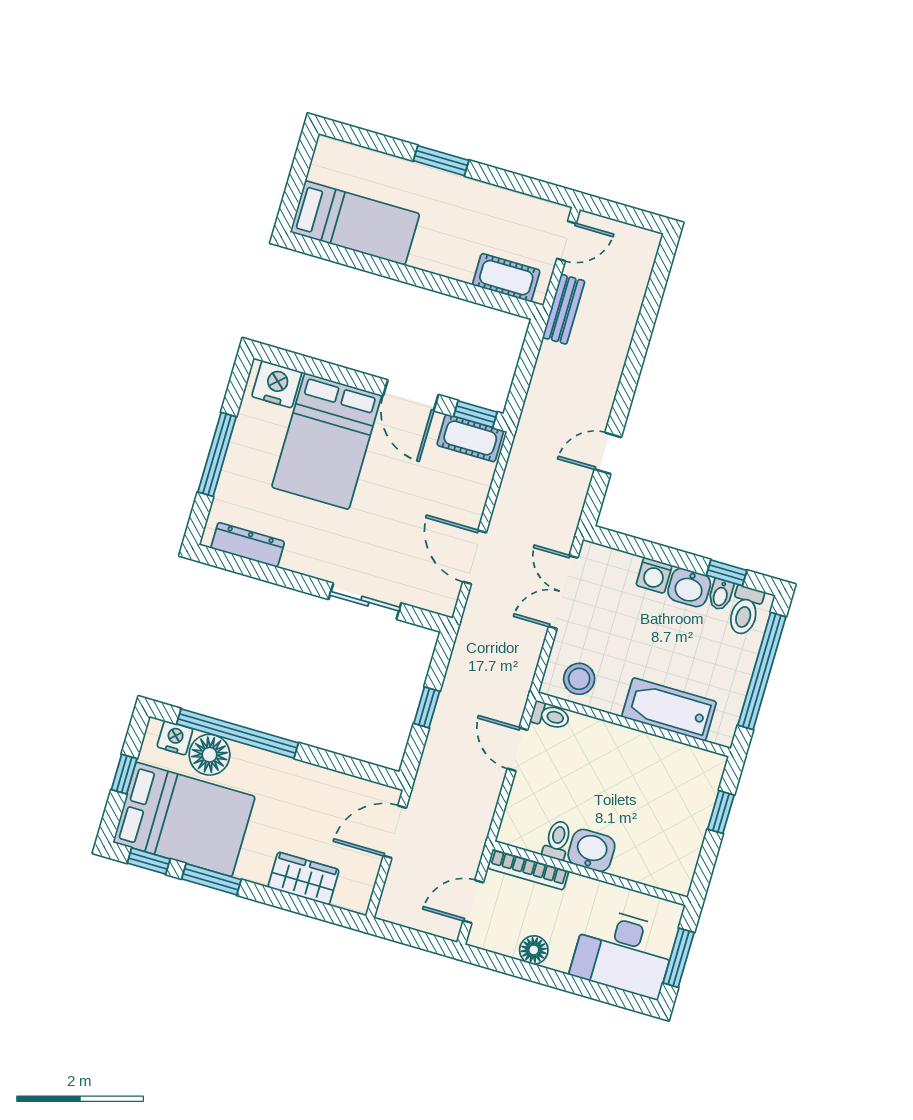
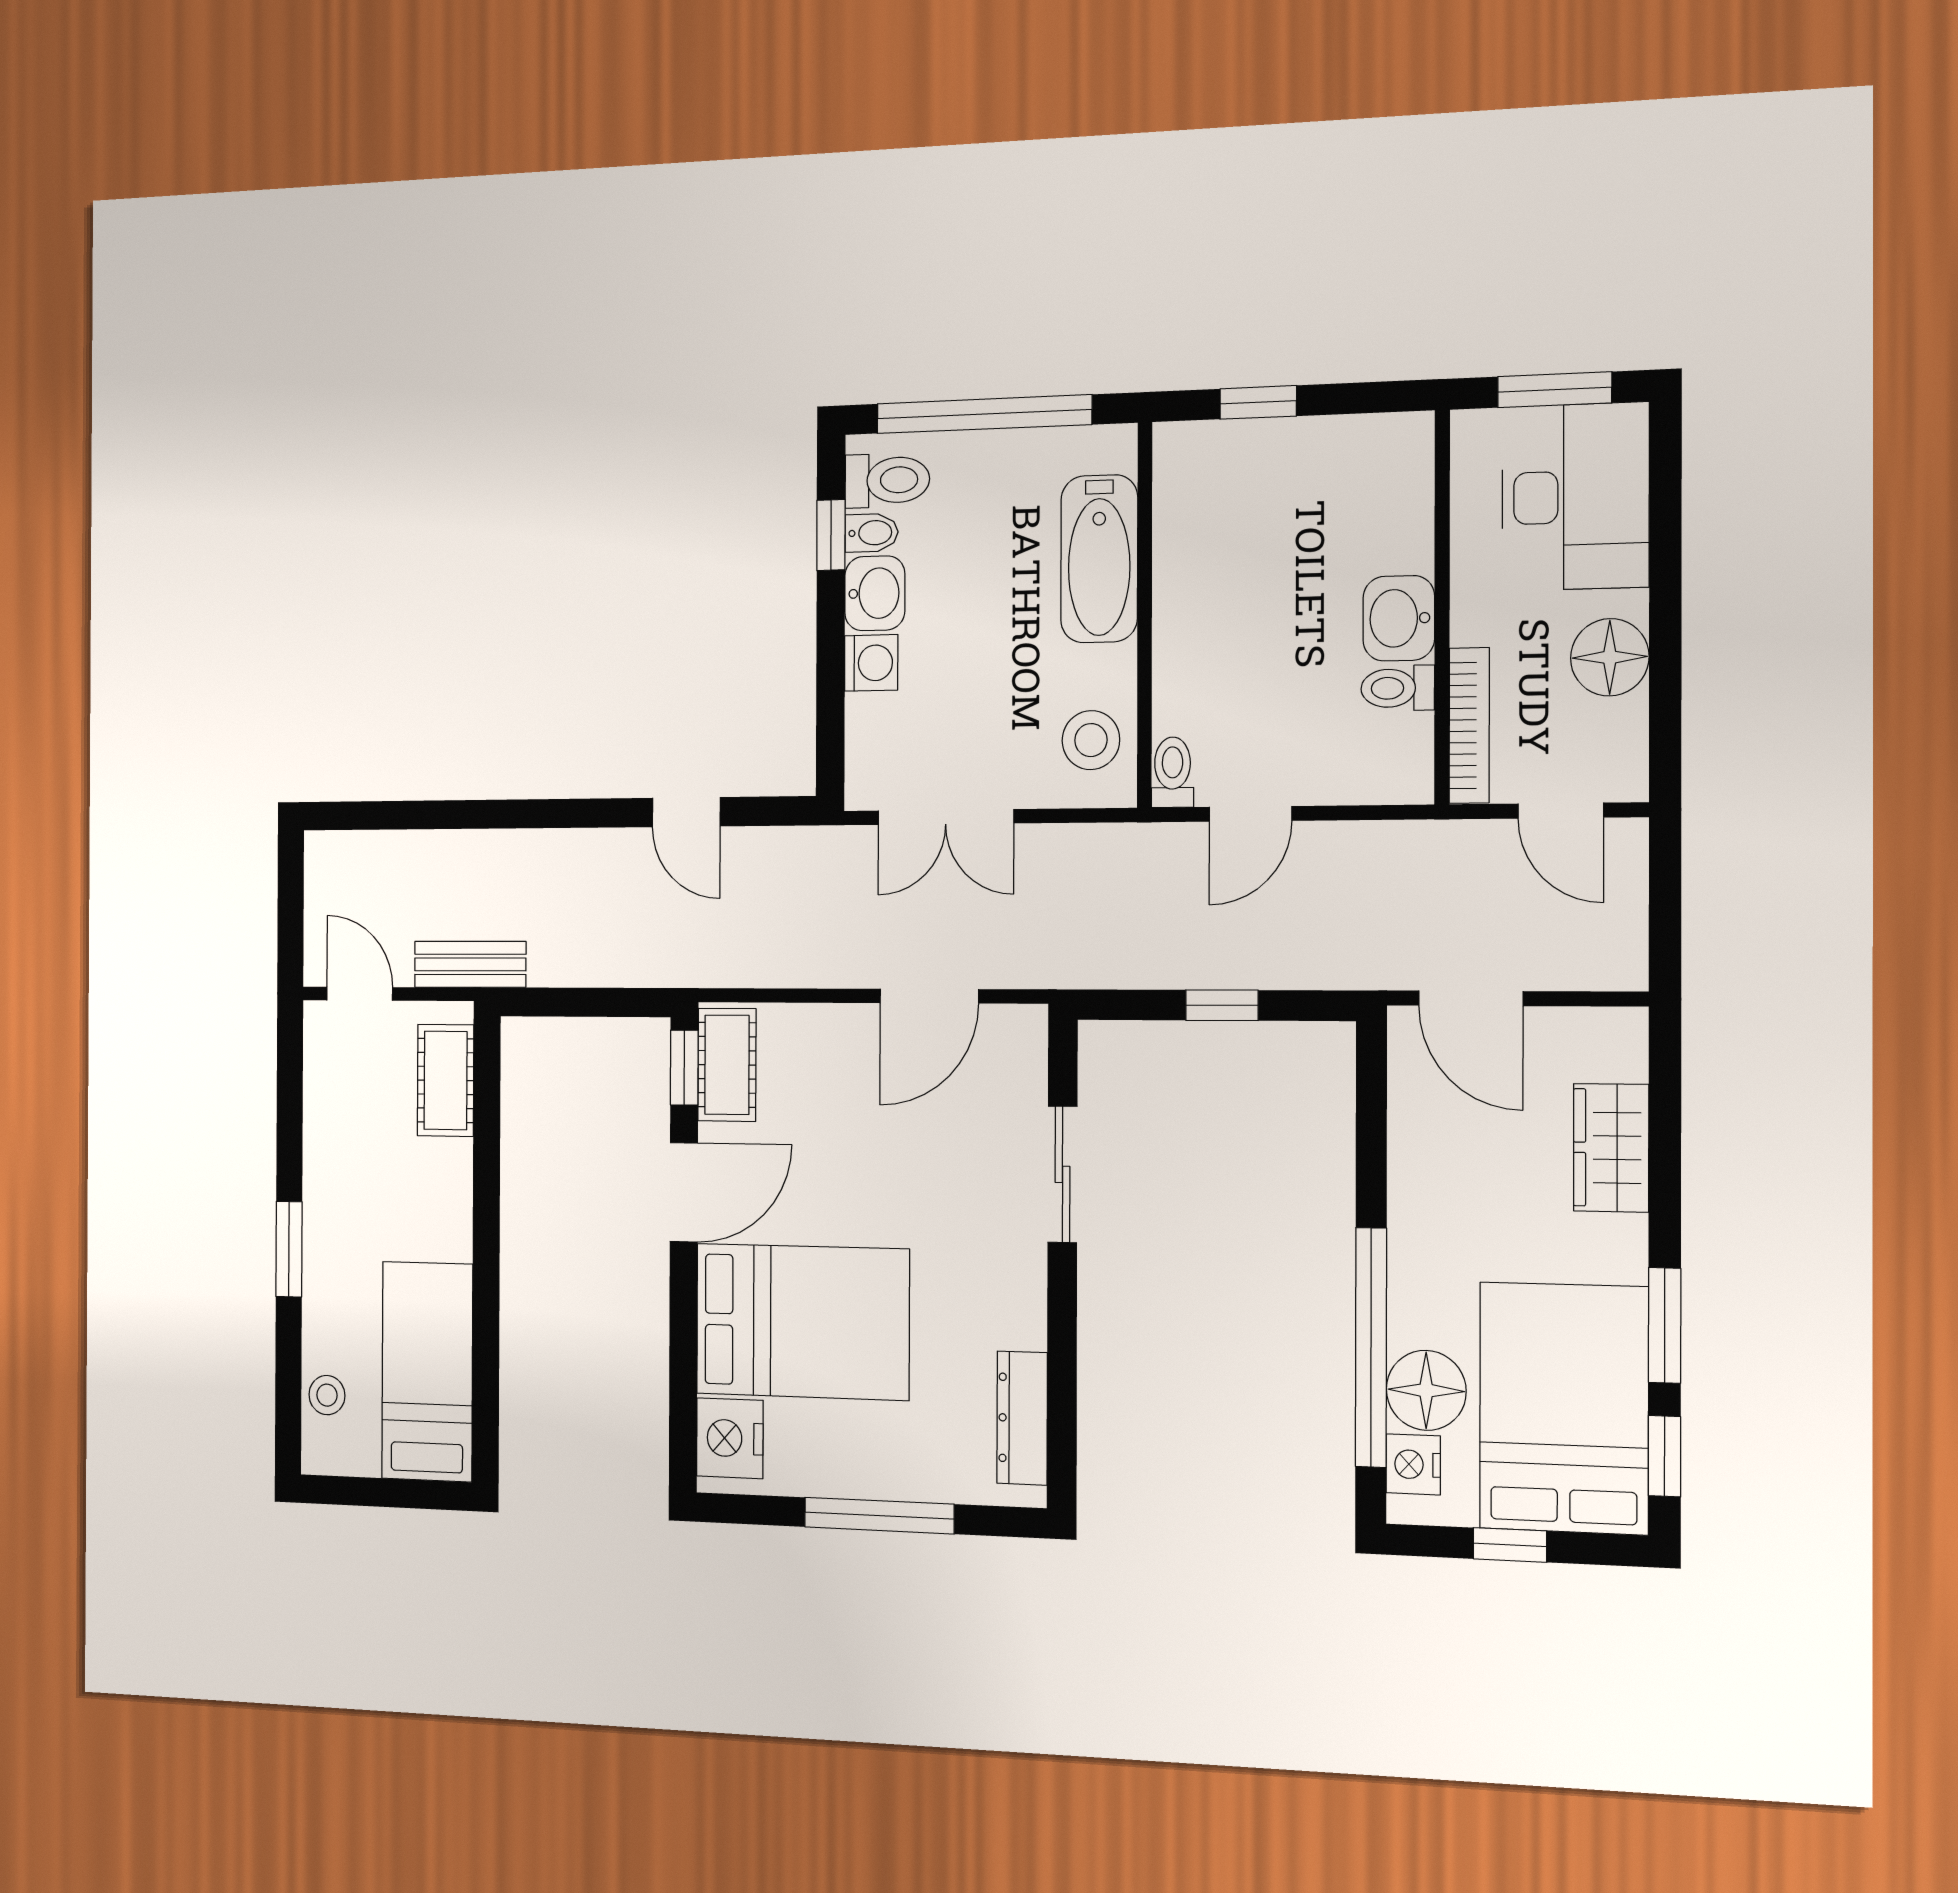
stool: (357, 161) -> (327, 1395), added
floor lamp: (534, 950) -> (1610, 657), width x1.38, depth x1.38

